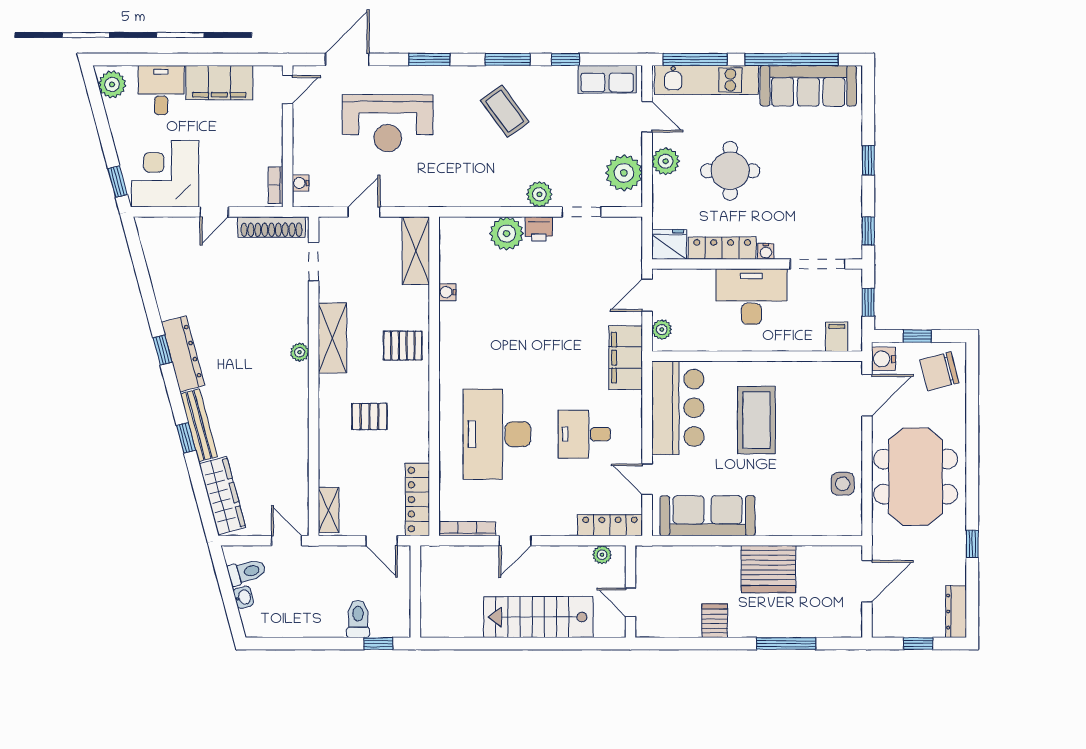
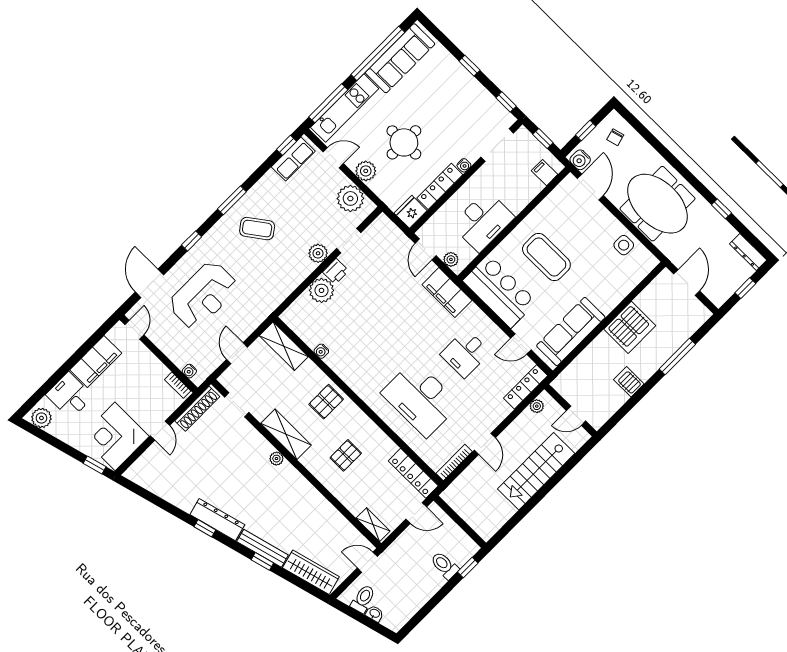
window: (429, 59) -> (192, 241), width x0.67
window: (565, 59) -> (287, 145), moved
desk: (751, 297) -> (483, 221), moved, turned 180
chair: (939, 371) -> (615, 137), width x0.54, depth x0.54

